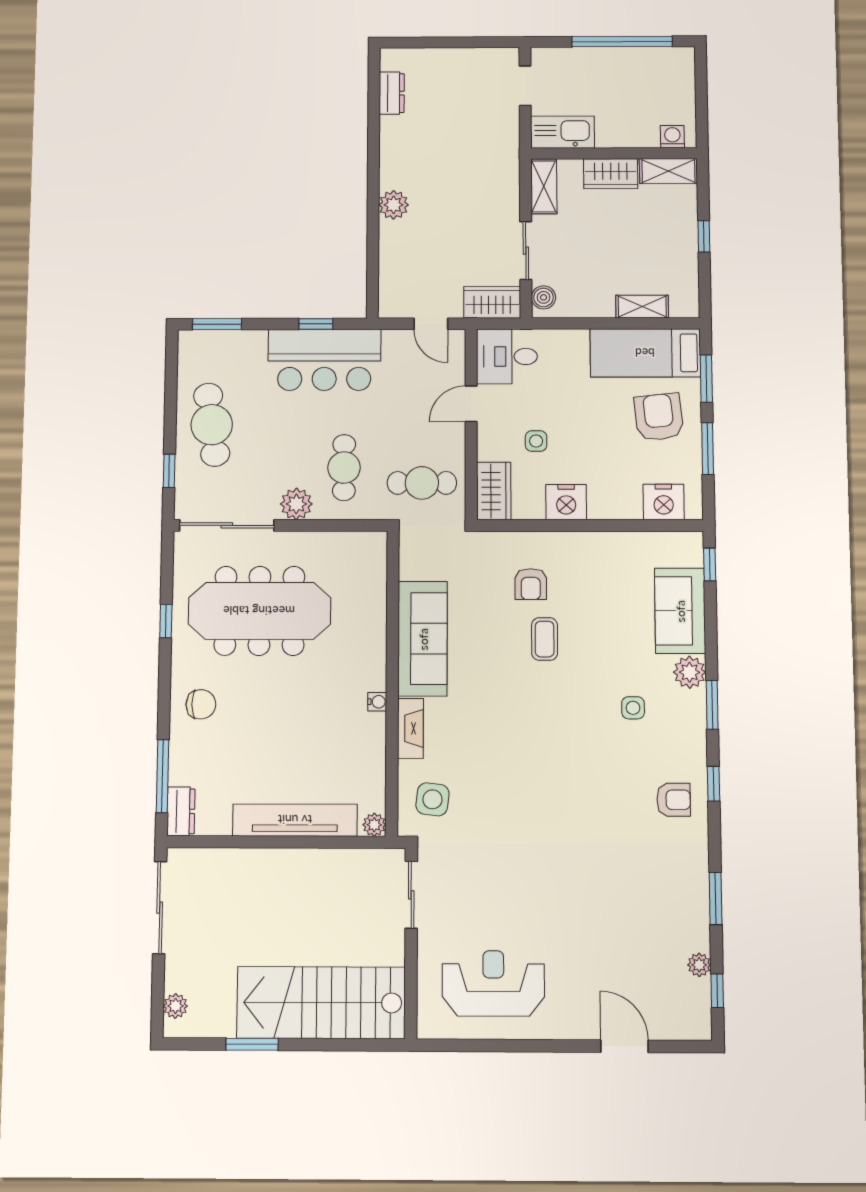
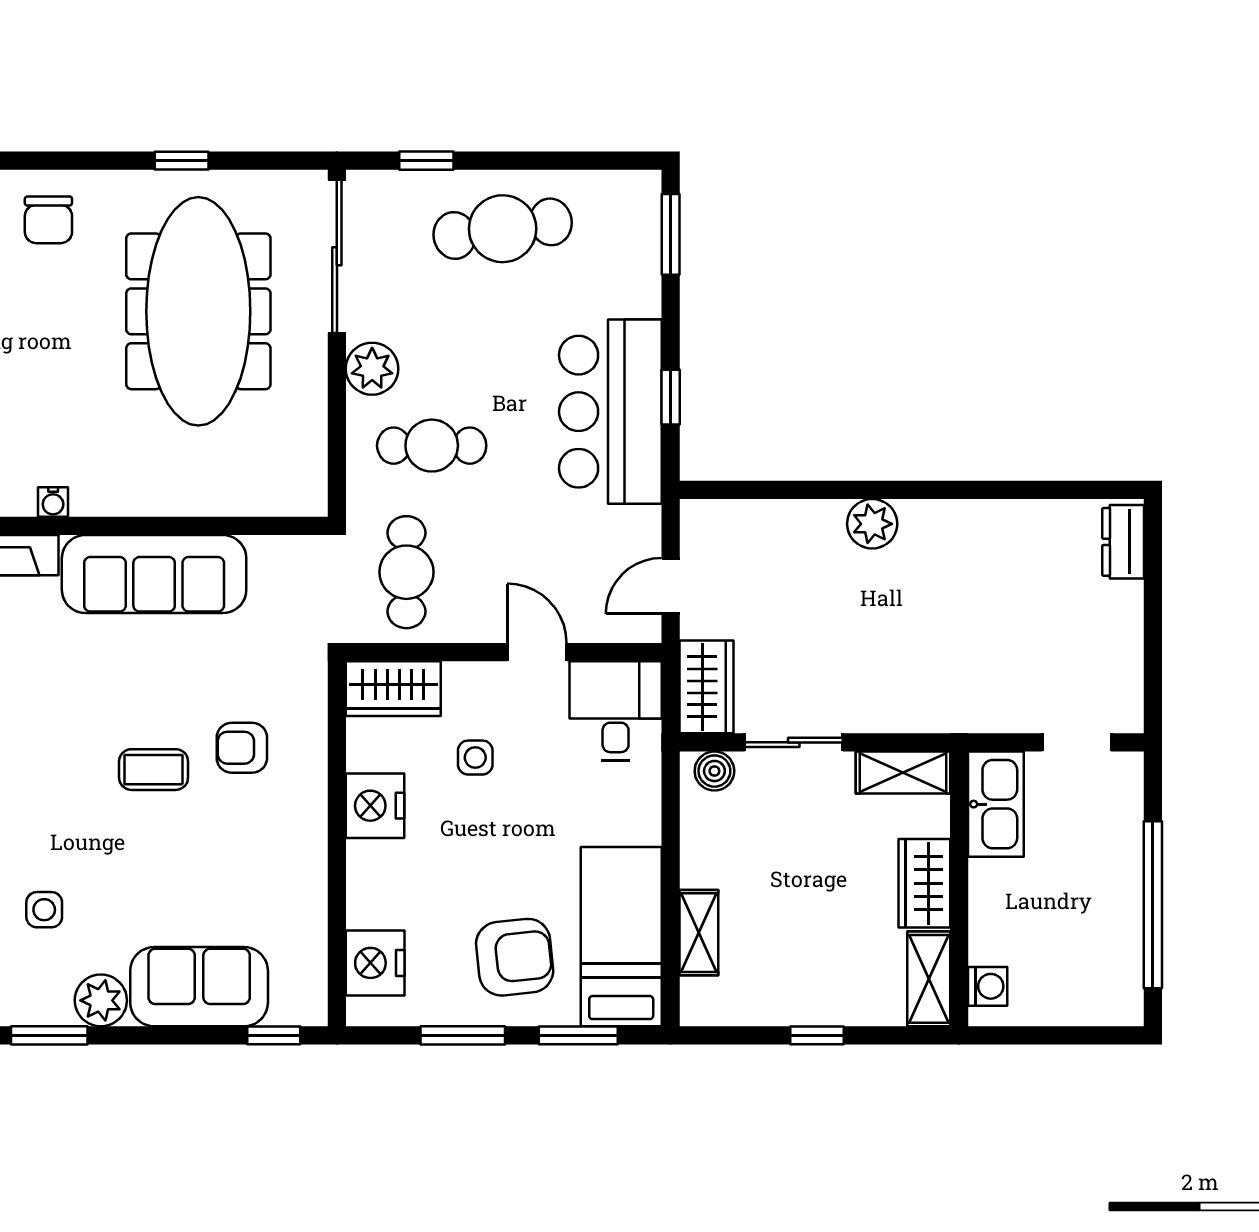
dresser: (392, 93) -> (1123, 542), moved, turned 90

